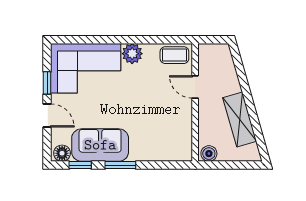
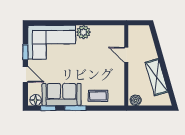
coffee table: (174, 55) -> (98, 96), moved

